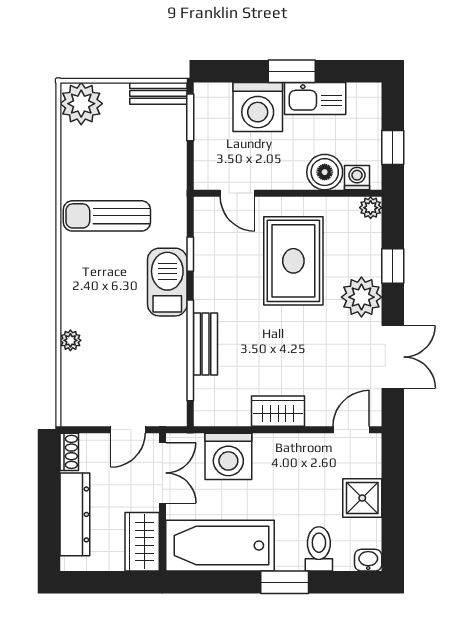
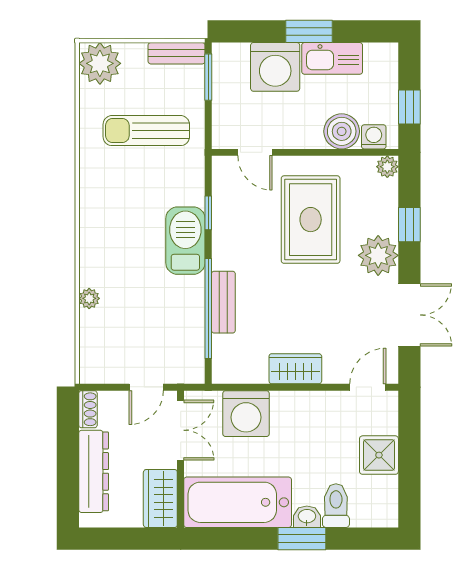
sun lounger: (107, 216) -> (146, 131), moved
washbasin: (368, 560) -> (307, 517), moved

